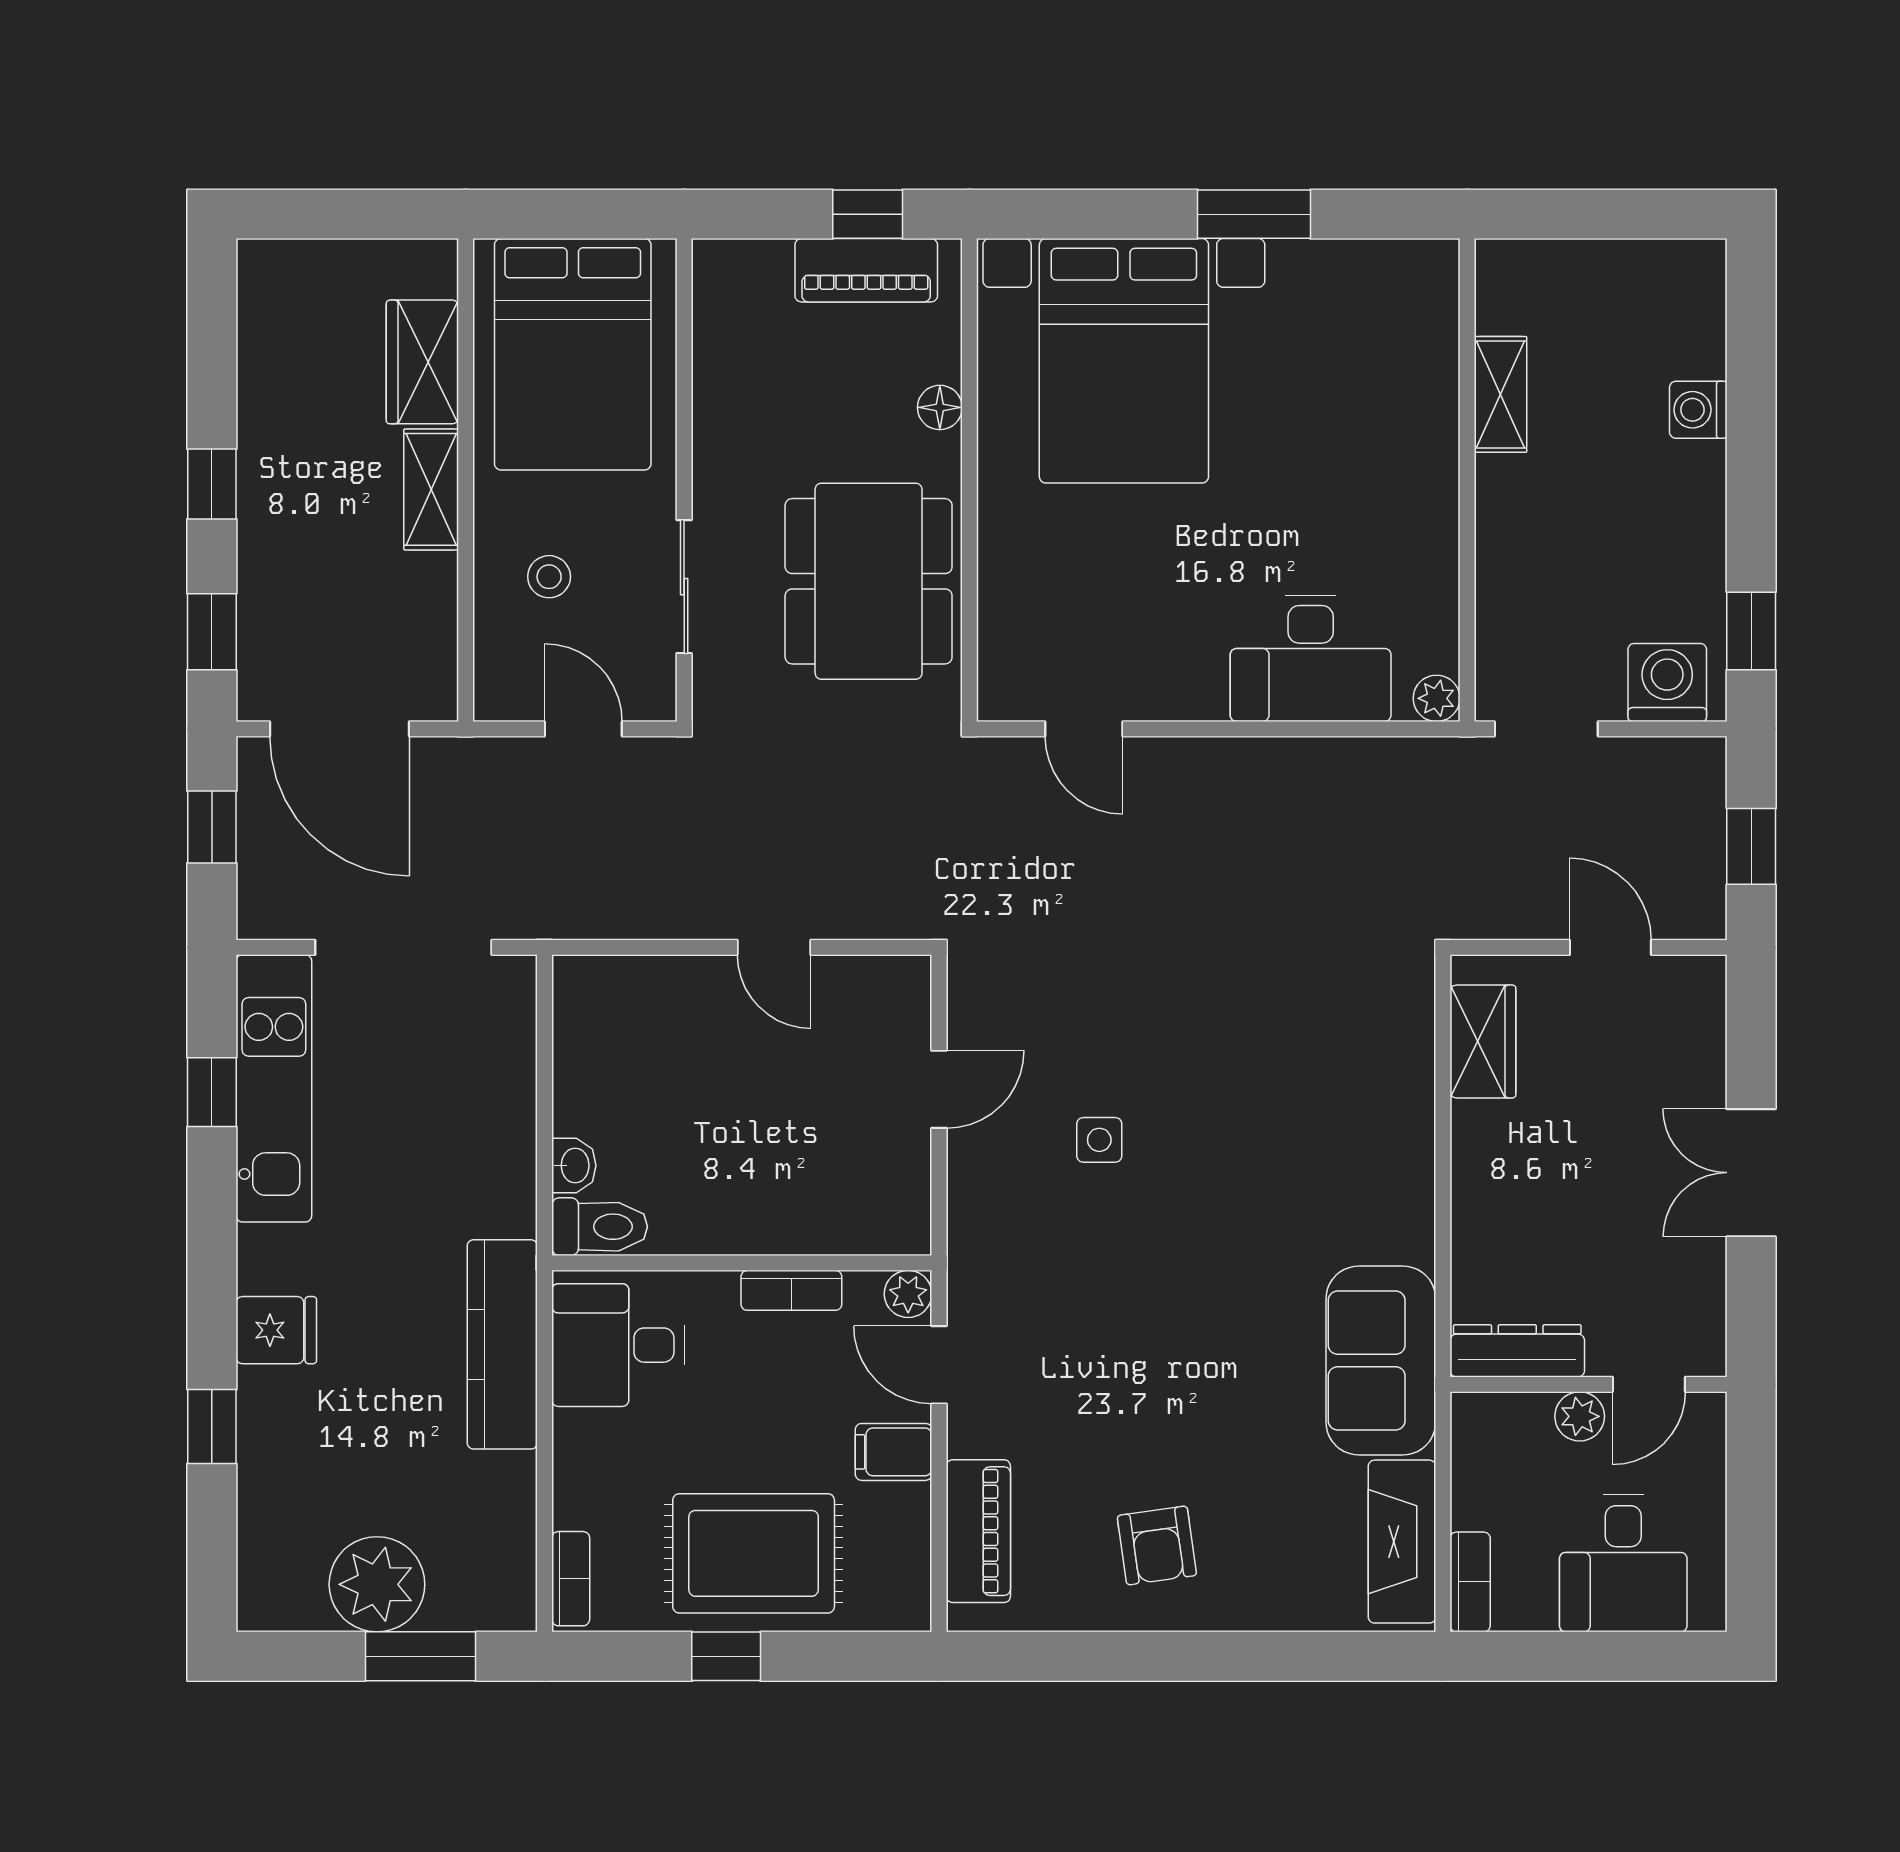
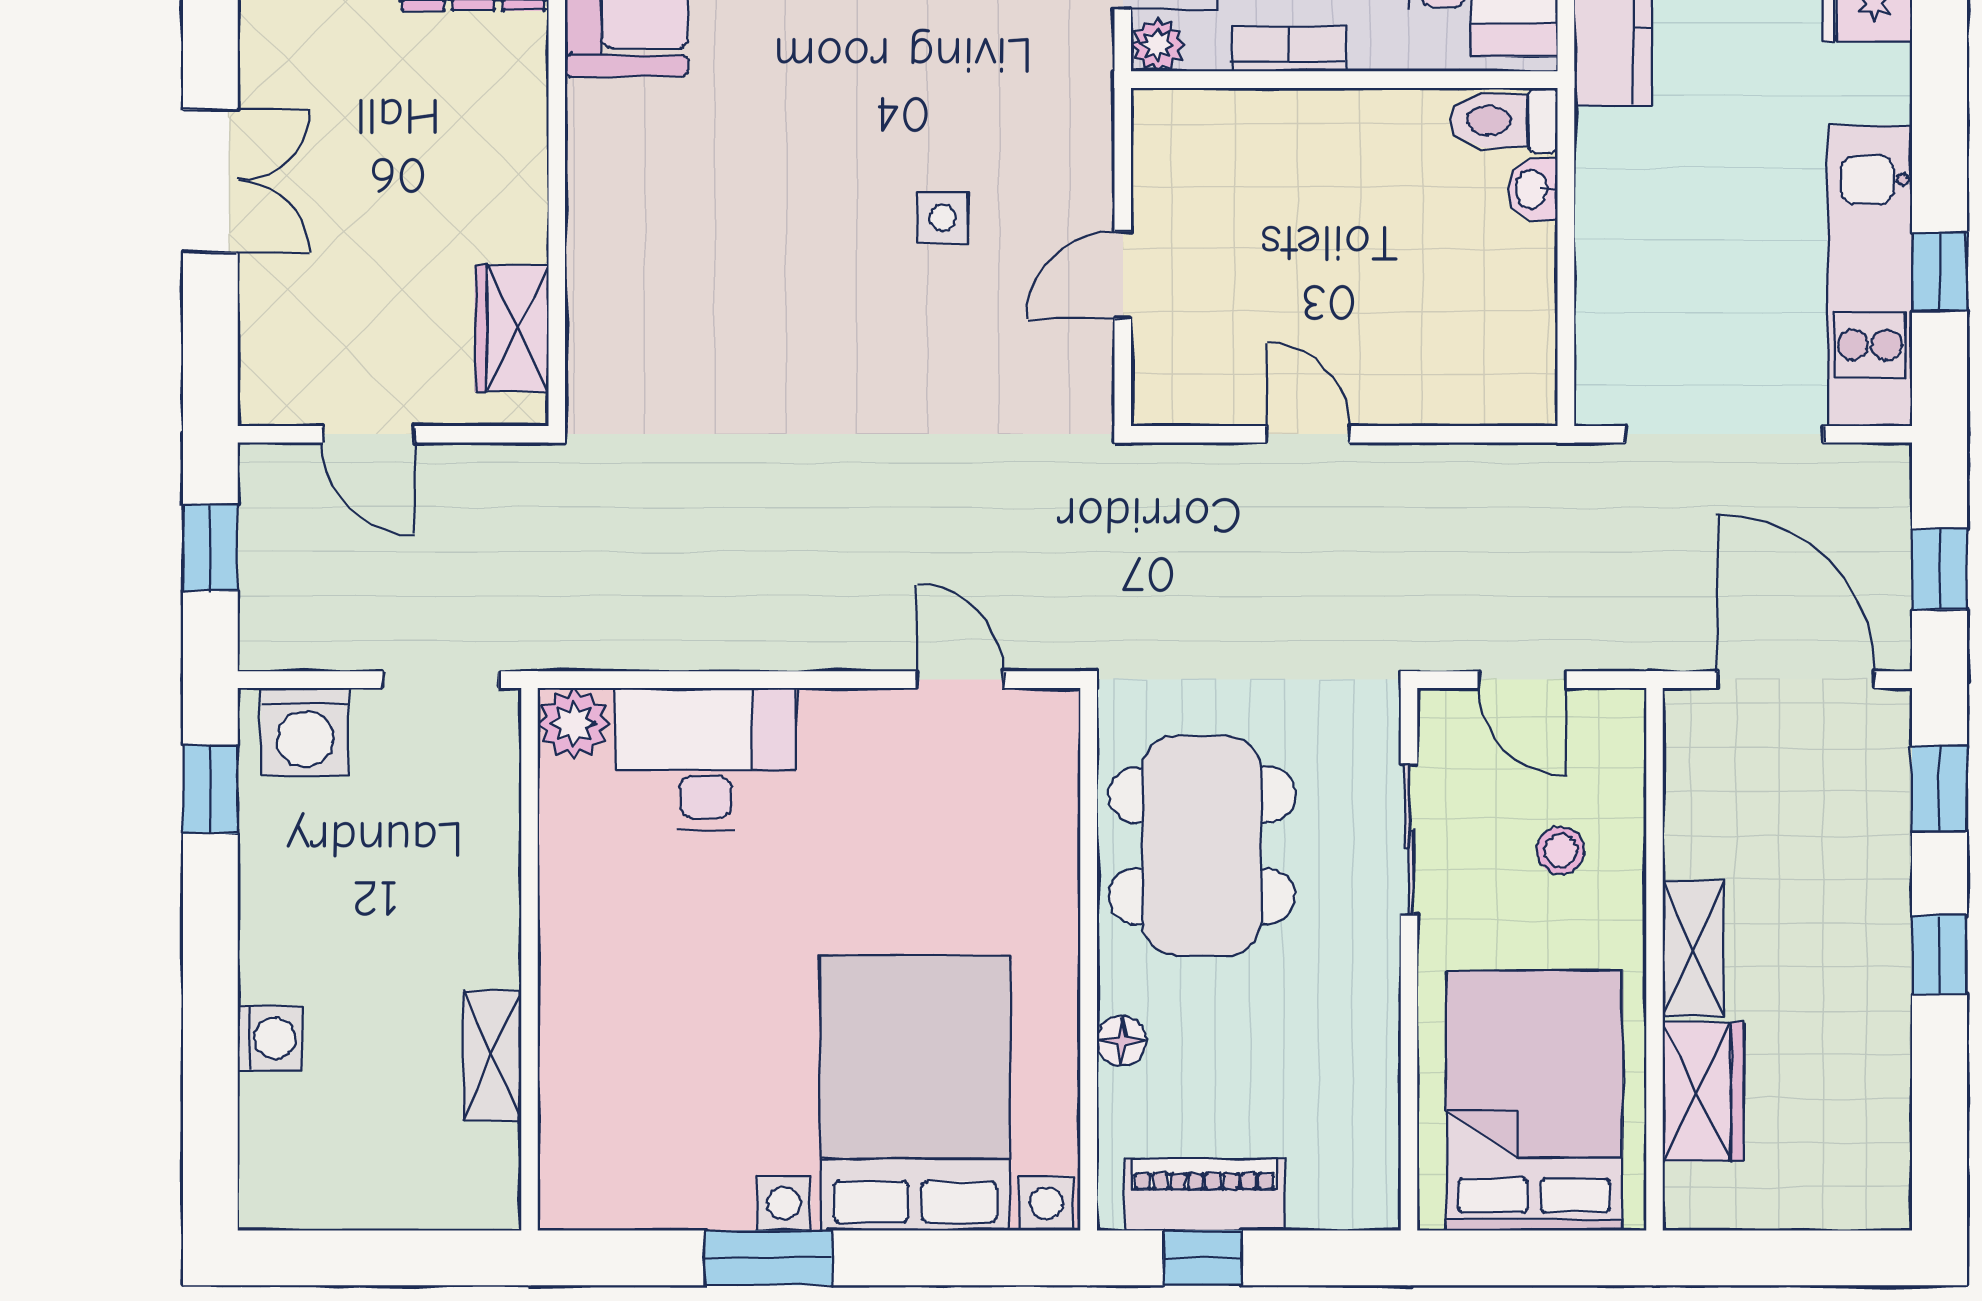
plant: (1437, 698) -> (574, 724), width x1.38, depth x1.38

